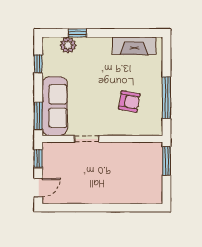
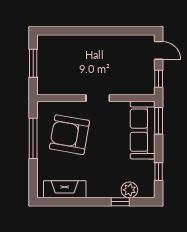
armchair: (129, 101) -> (69, 135), width x1.88, depth x1.88
doorway: (87, 139) -> (98, 98), moved
window: (166, 161) -> (33, 63), moved
door: (38, 188) -> (159, 50), swing flipped

